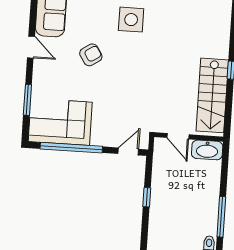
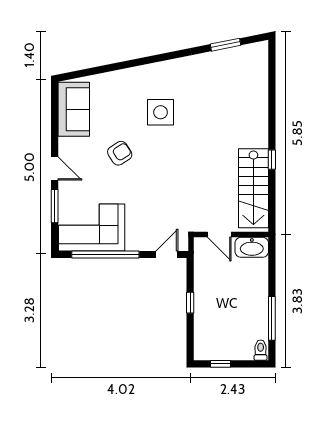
door: (31, 47) -> (55, 169), moved

